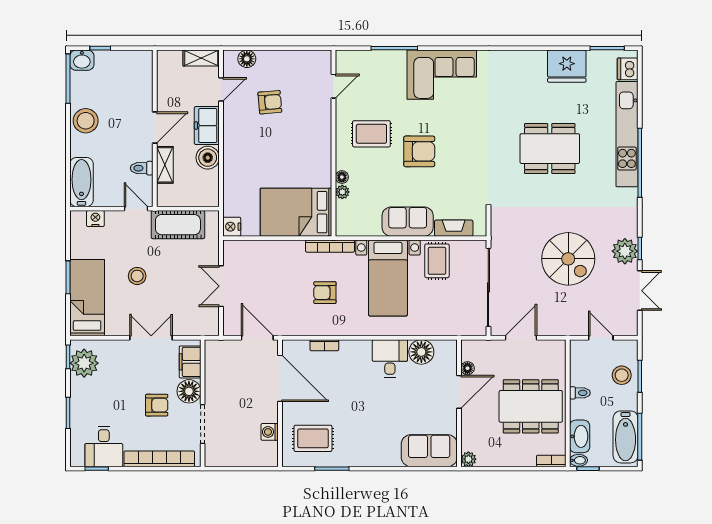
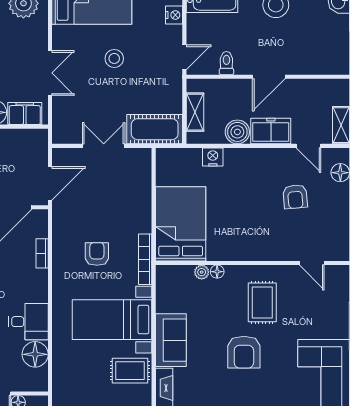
door: (155, 128) -> (269, 77), hinge flipped
shelving: (165, 165) -> (195, 112), moved, turned 90
cot: (178, 225) -> (155, 129), moved, turned 90
nightstand: (232, 227) -> (213, 157), moved

